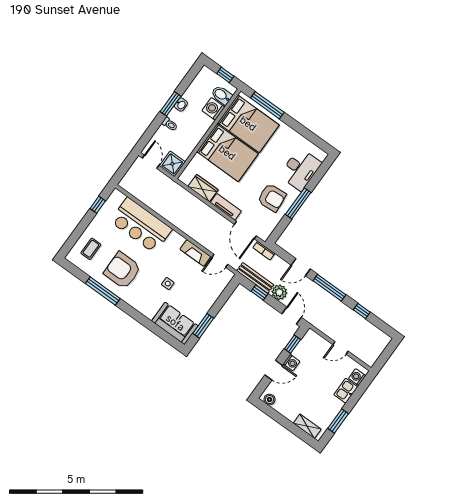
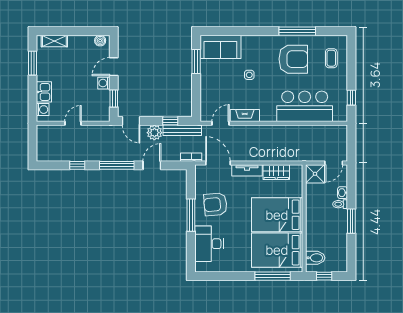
washbasin: (181, 105) -> (343, 193), moved
washing machine: (213, 109) -> (314, 242), removed
door: (151, 162) -> (334, 163), hinge flipped

